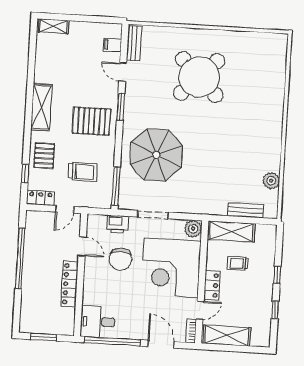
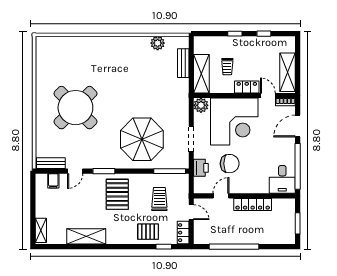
shelving: (41, 107) -> (86, 236), moved

